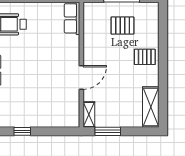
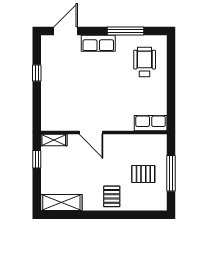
pallet: (123, 26) -> (143, 174), turned 90
window: (108, 131) -> (37, 159), width x0.67

